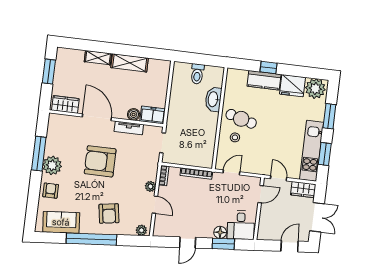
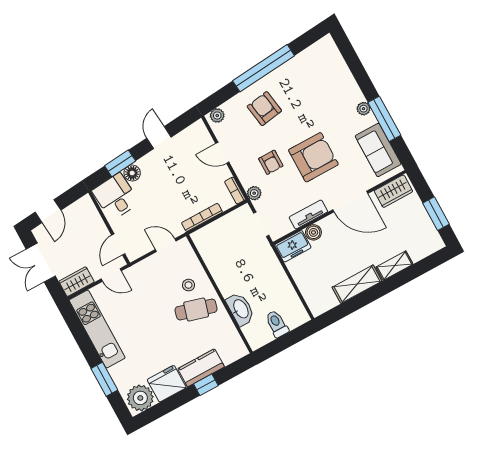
window: (325, 154) -> (81, 336), removed
plant: (52, 165) -> (364, 109), width x0.53, depth x0.53
door: (231, 172) -> (166, 245), swing flipped
plant: (150, 186) -> (254, 193), moved
armchair: (51, 191) -> (271, 162), moved
sofa: (61, 222) -> (378, 150), moved, turned 95

